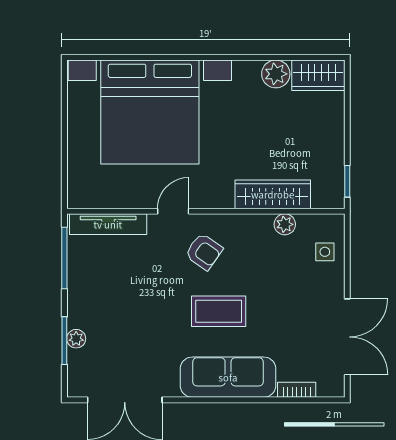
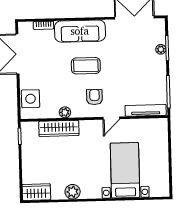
plant: (276, 74) -> (73, 192), moved
bed with nightstands: (150, 112) -> (125, 170), width x0.54
plant: (285, 224) -> (65, 112), moved
armchair: (204, 252) -> (95, 97), turned 55
side table: (325, 252) -> (30, 99), width x1.87, depth x1.87

